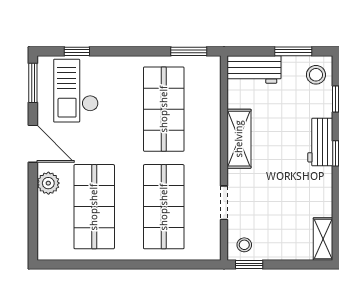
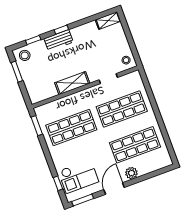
workbench: (254, 69) -> (34, 88), removed
window: (249, 265) -> (135, 54), removed

